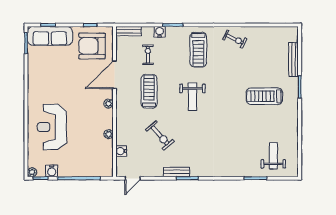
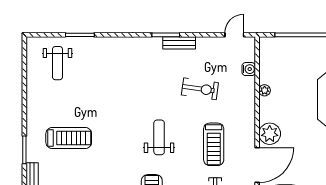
plant: (109, 104) -> (270, 134), width x1.87, depth x1.87
exercise bike: (160, 135) -> (200, 89), turned 139

